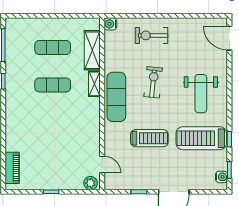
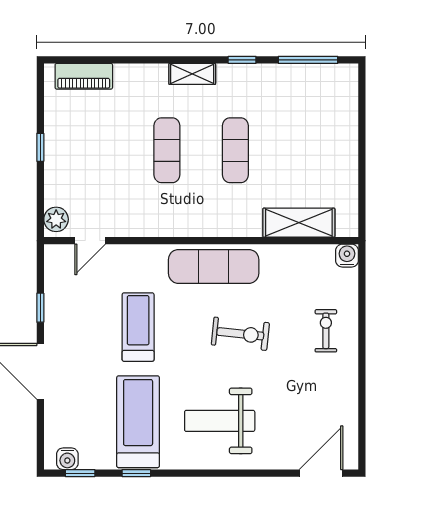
exercise bike: (152, 35) -> (326, 331), width x0.73, depth x0.72
exercise mat: (53, 47) -> (167, 150), moved
shelving: (94, 84) -> (192, 74), moved
treadmill: (149, 138) -> (138, 327), turned 180

